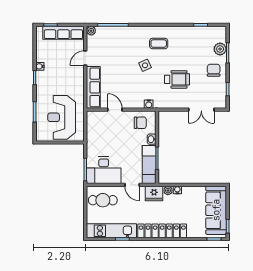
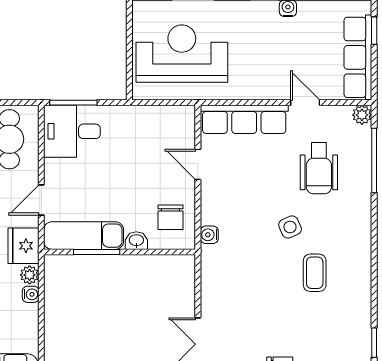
coffee table: (159, 44) -> (315, 273), moved
wheelchair: (177, 79) -> (319, 168), moved
door: (115, 110) -> (198, 164), swing flipped
desk: (104, 170) -> (72, 131), width x0.73

